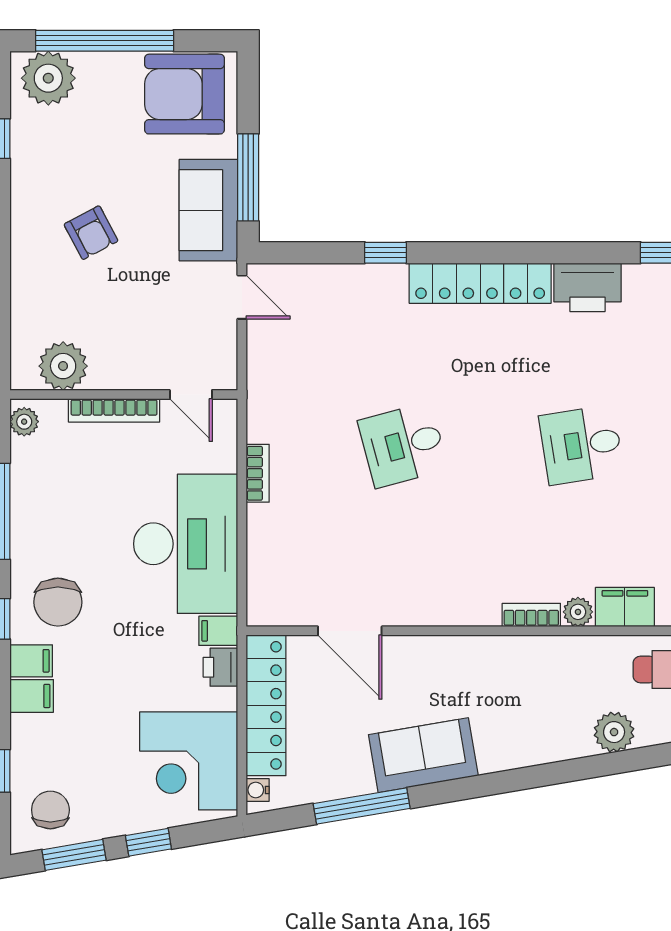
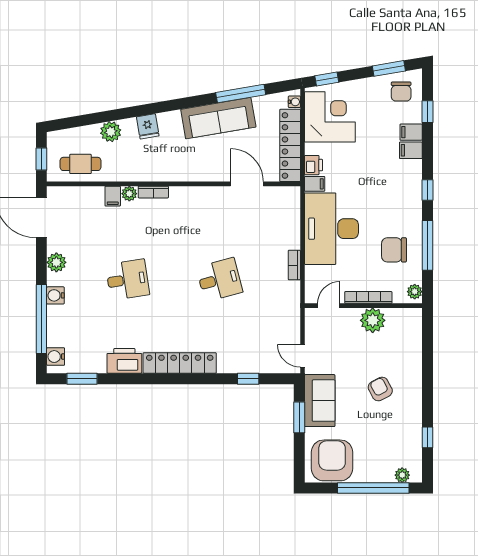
plant: (48, 78) -> (402, 475), width x0.53, depth x0.53
armchair: (185, 94) -> (332, 460), turned -90
window: (248, 177) -> (299, 417), width x0.69
window: (386, 253) -> (248, 379), moved
plant: (63, 366) -> (373, 320), moved
door: (191, 394) -> (329, 306), hinge flipped
chair: (58, 602) -> (394, 250), moved, turned -90
filing cabinet: (625, 607) -> (113, 196), width x0.50
filing cabinet: (31, 661) -> (411, 132), moved
fridge: (542, 742) -> (148, 126), added
sofa: (423, 755) -> (218, 118), width x1.36
window: (148, 842) -> (327, 79), moved

